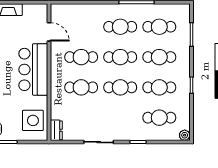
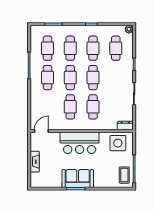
door: (49, 32) -> (41, 131), moved

